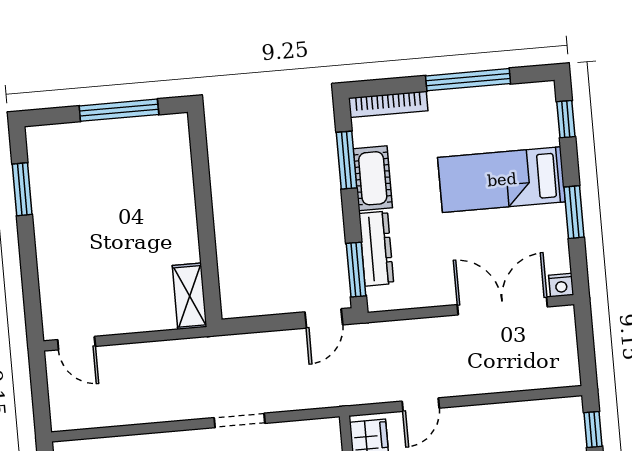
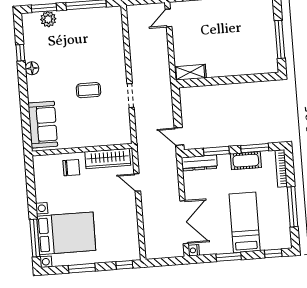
dresser: (376, 249) -> (199, 163), moved
window: (356, 270) -> (216, 151), moved

